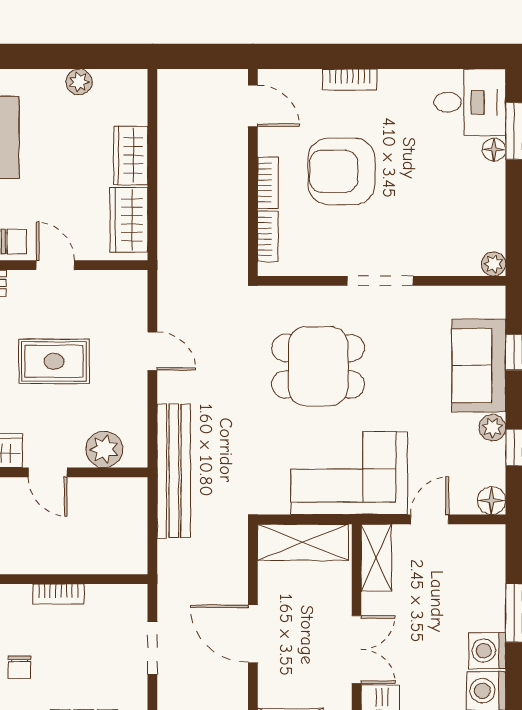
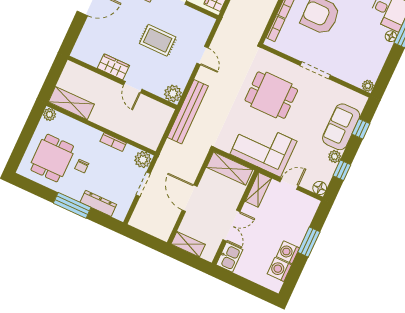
plant: (104, 449) -> (173, 94), moved
plant: (130, 601) -> (143, 160), added

